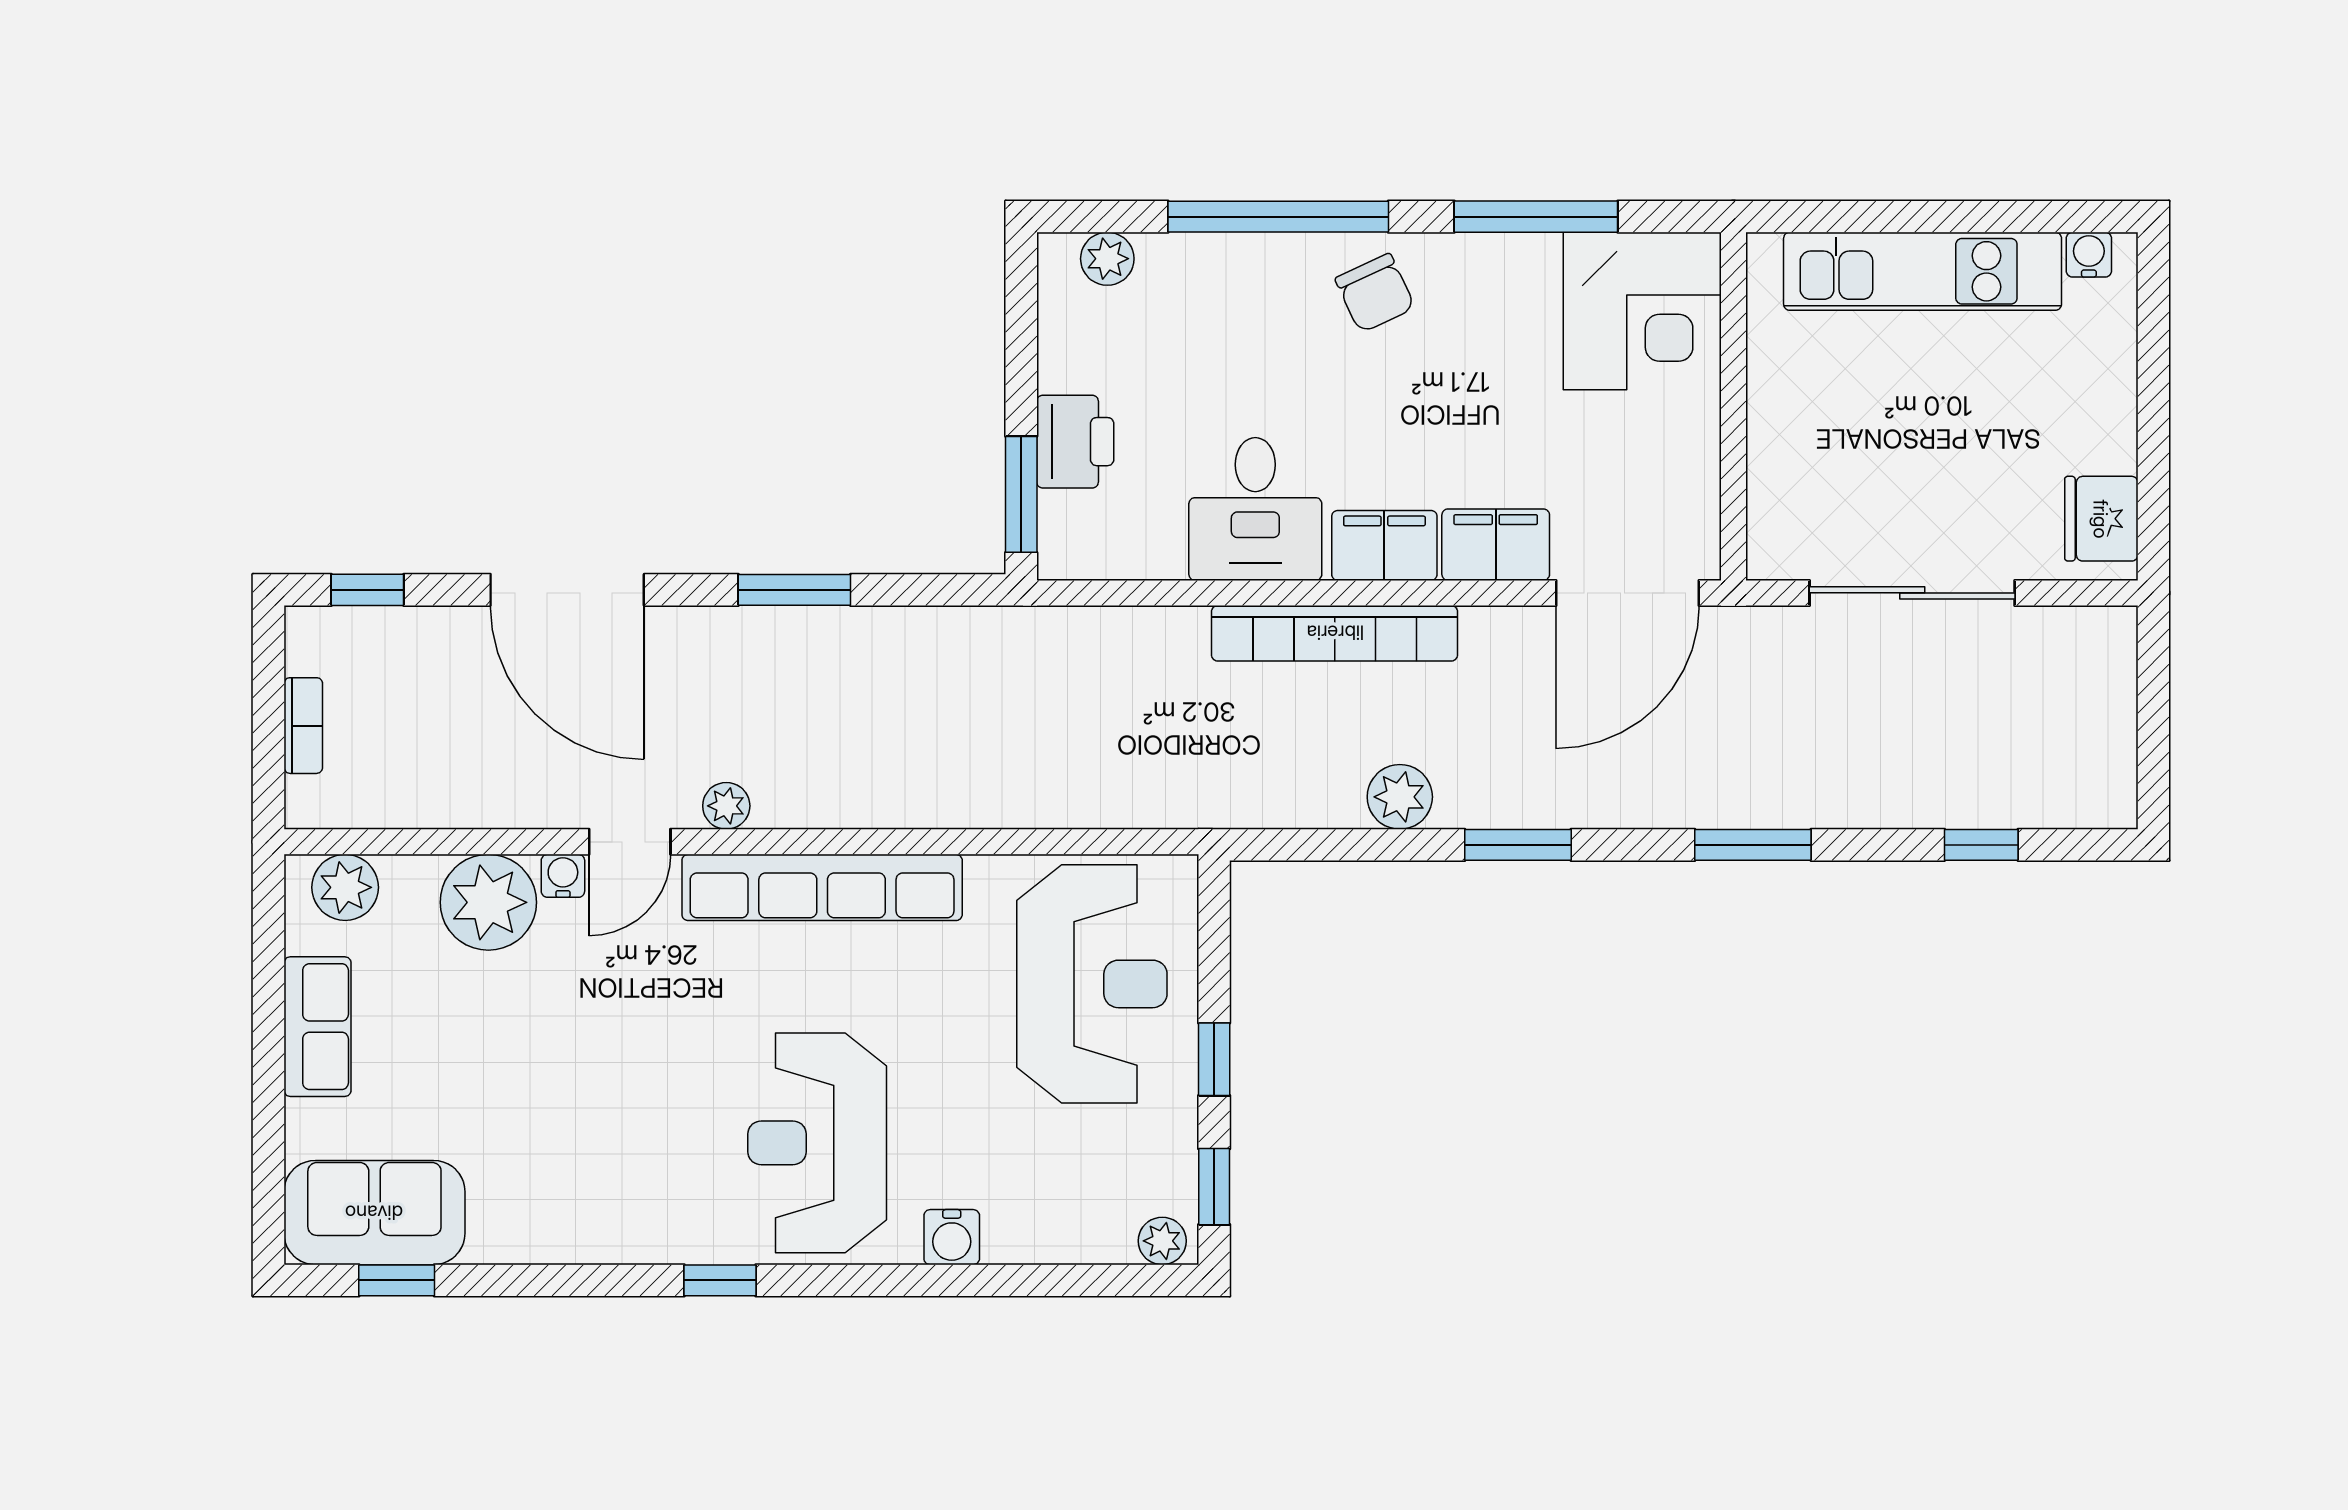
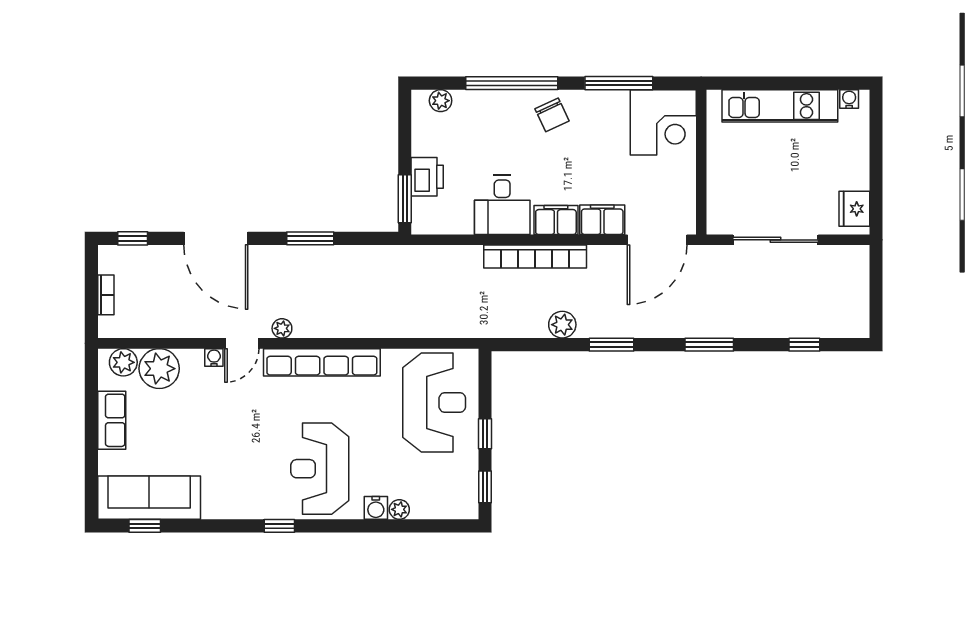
plant: (488, 902) -> (159, 369), moved
sofa: (374, 1213) -> (149, 498), width x1.36
plant: (1162, 1241) -> (399, 509), moved

